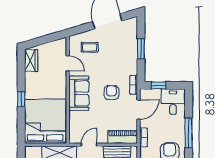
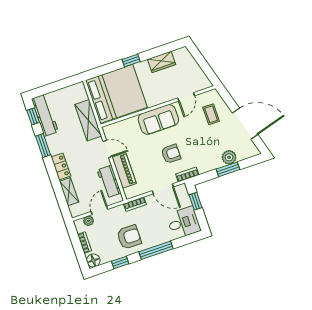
plant: (131, 45) -> (229, 157), added
wardrobe: (31, 60) -> (162, 62), moved
piano: (123, 137) -> (124, 170), moved

